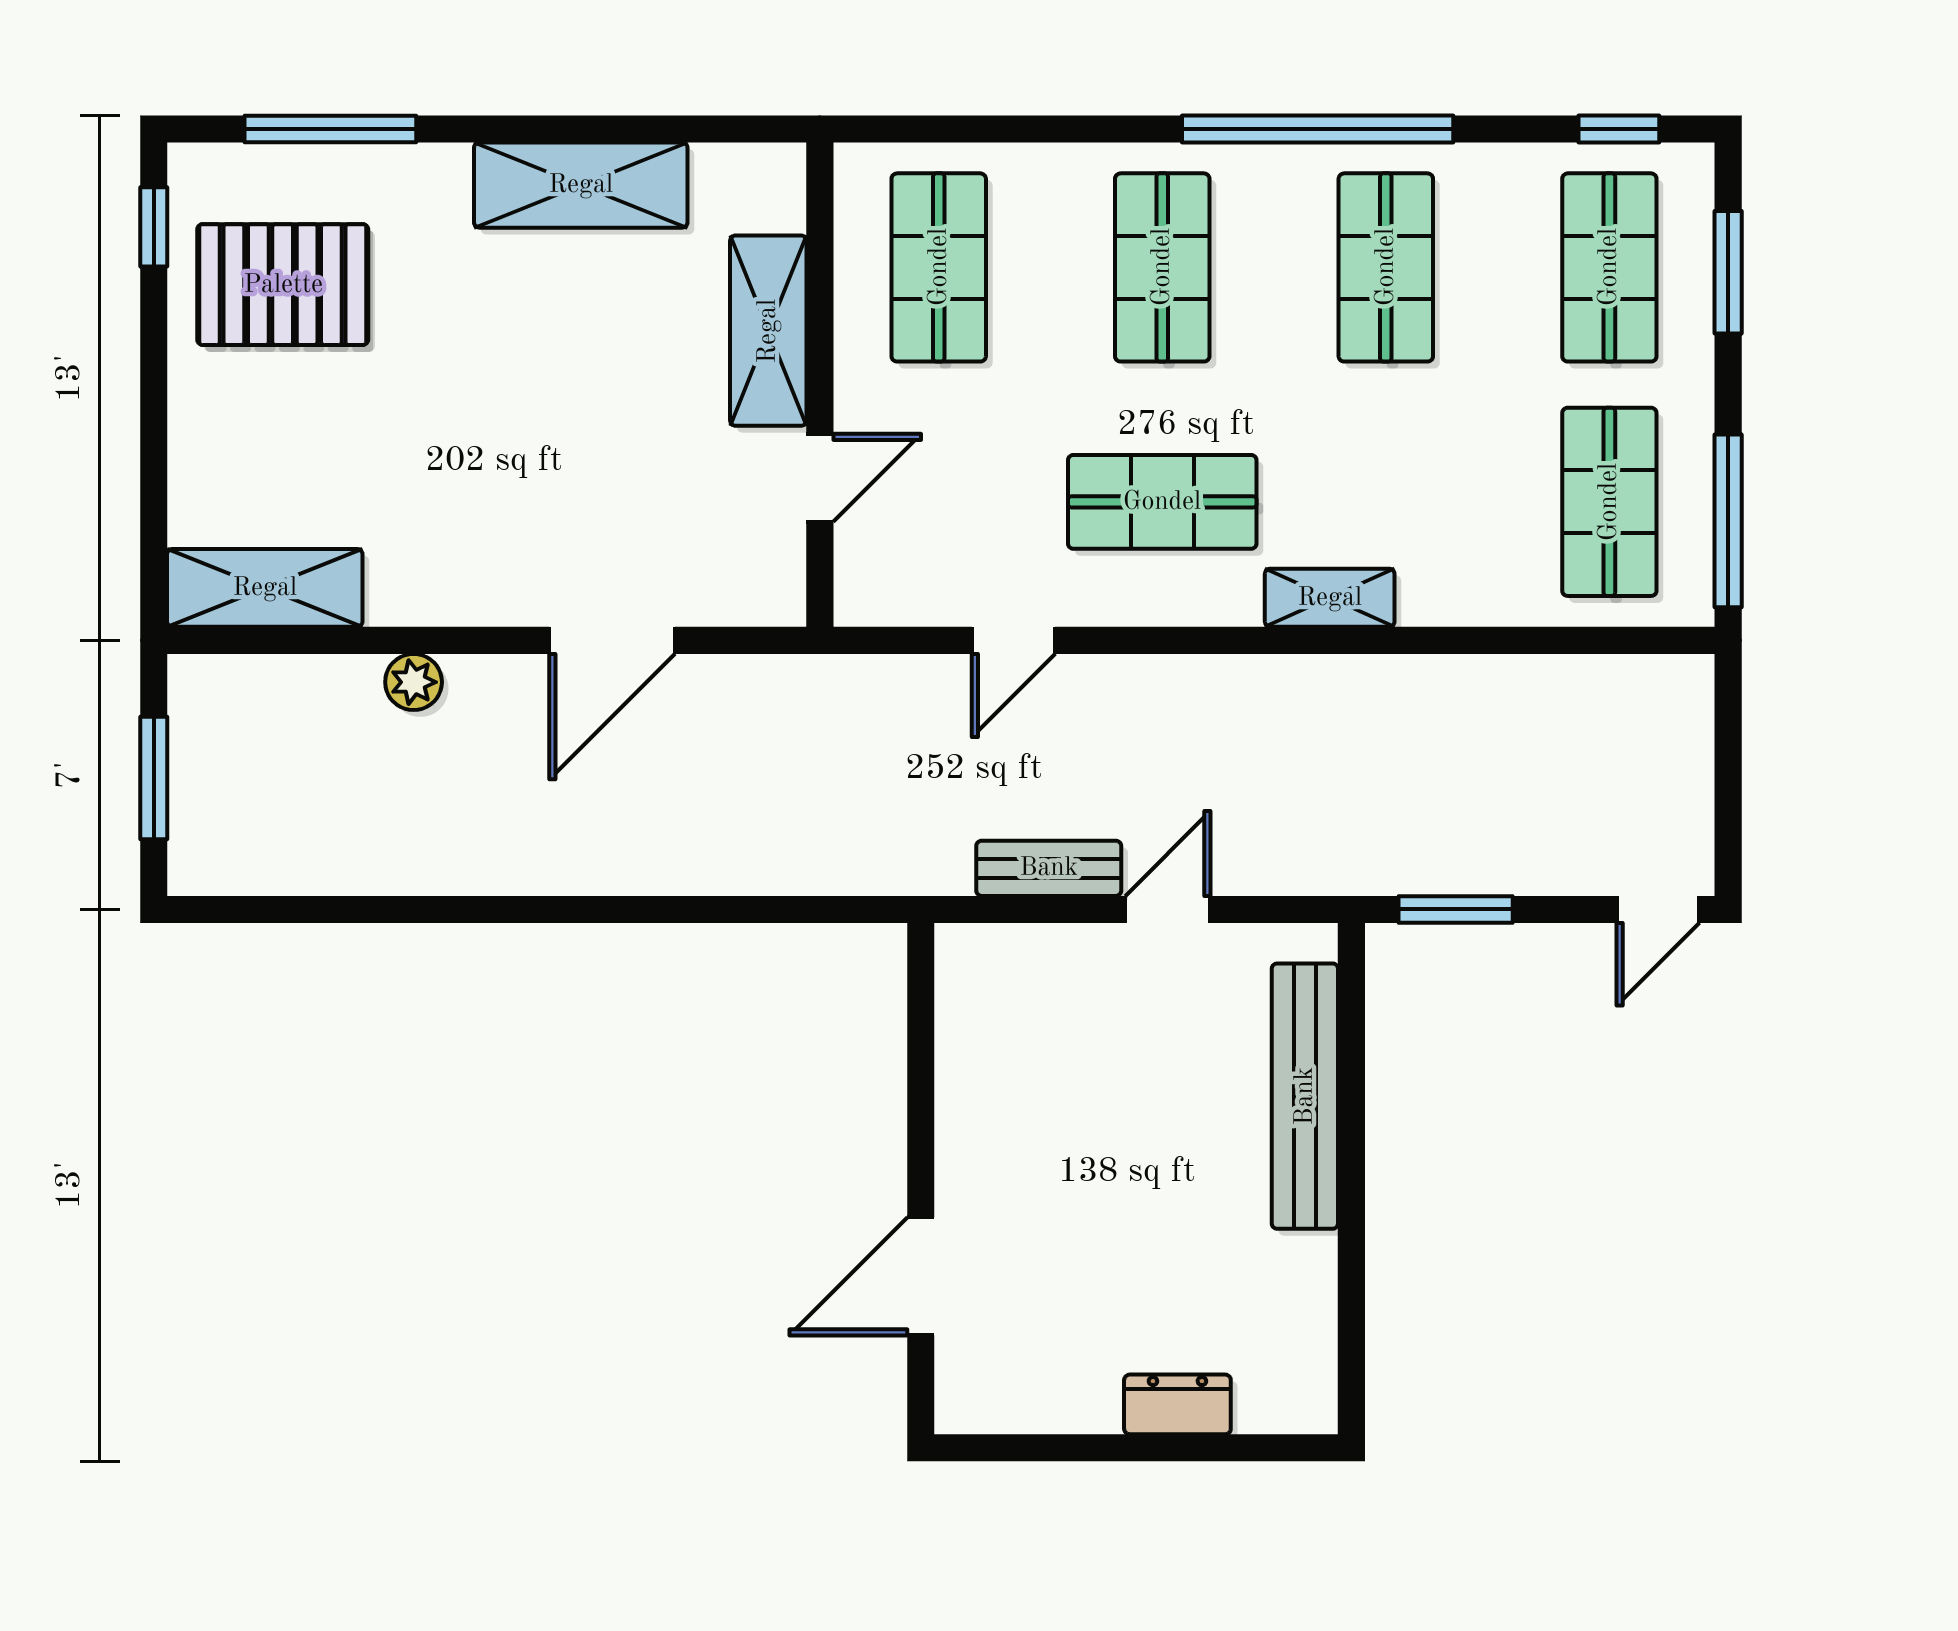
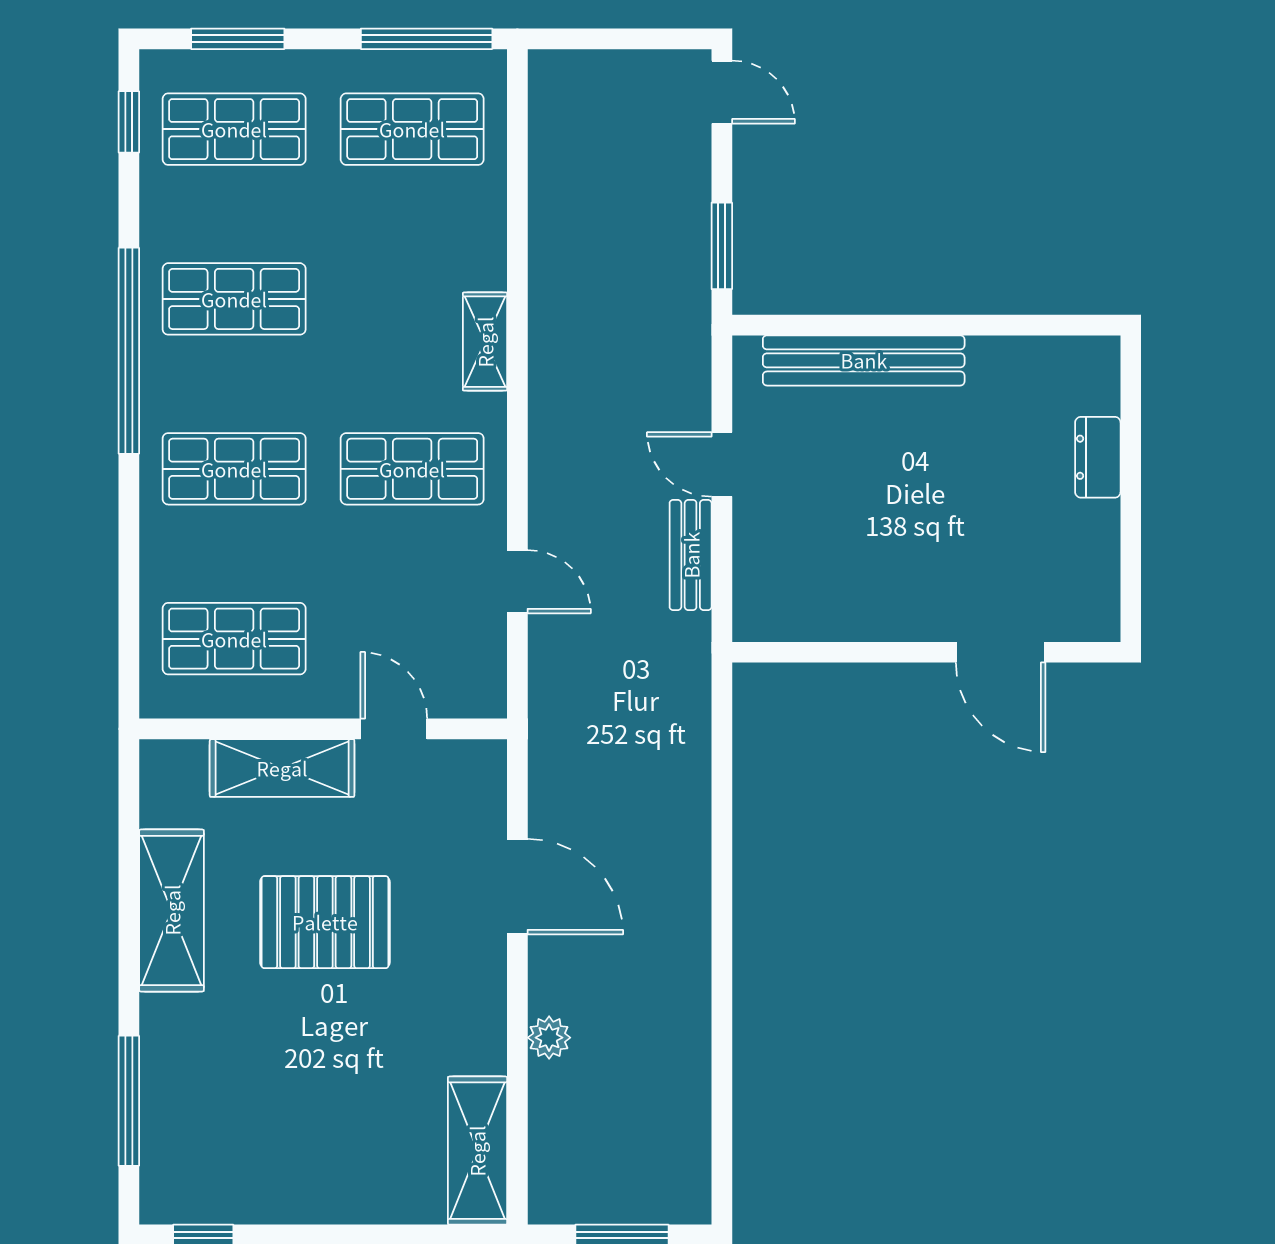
pallet: (283, 285) -> (325, 922), moved, turned 90
shop shelf: (1162, 502) -> (412, 469), turned 90

